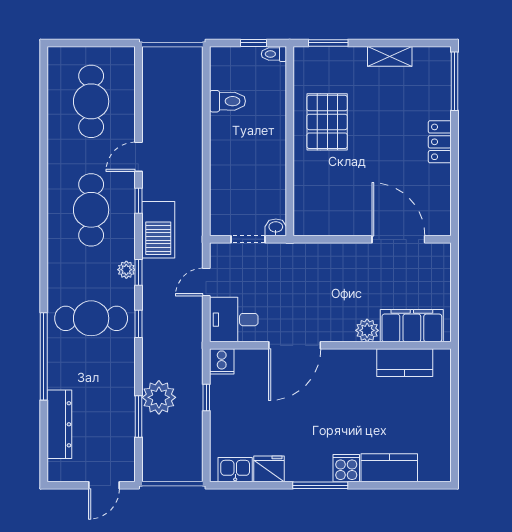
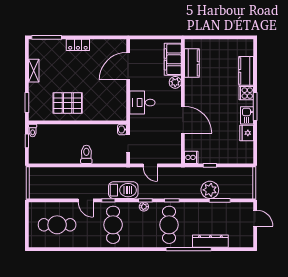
toilet: (228, 101) -> (86, 154), moved
cafe table: (91, 210) -> (113, 225), turned 90
desk: (234, 320) -> (142, 103), moved, turned 90
dresser: (59, 424) -> (210, 241), moved
kitchen sink: (235, 470) -> (247, 115), moved

